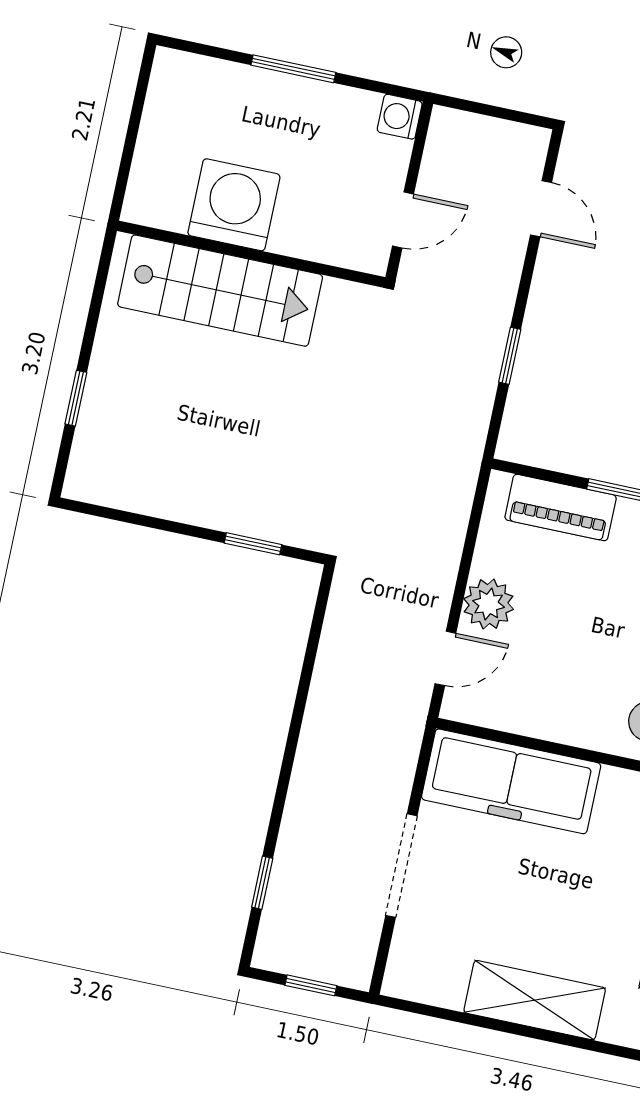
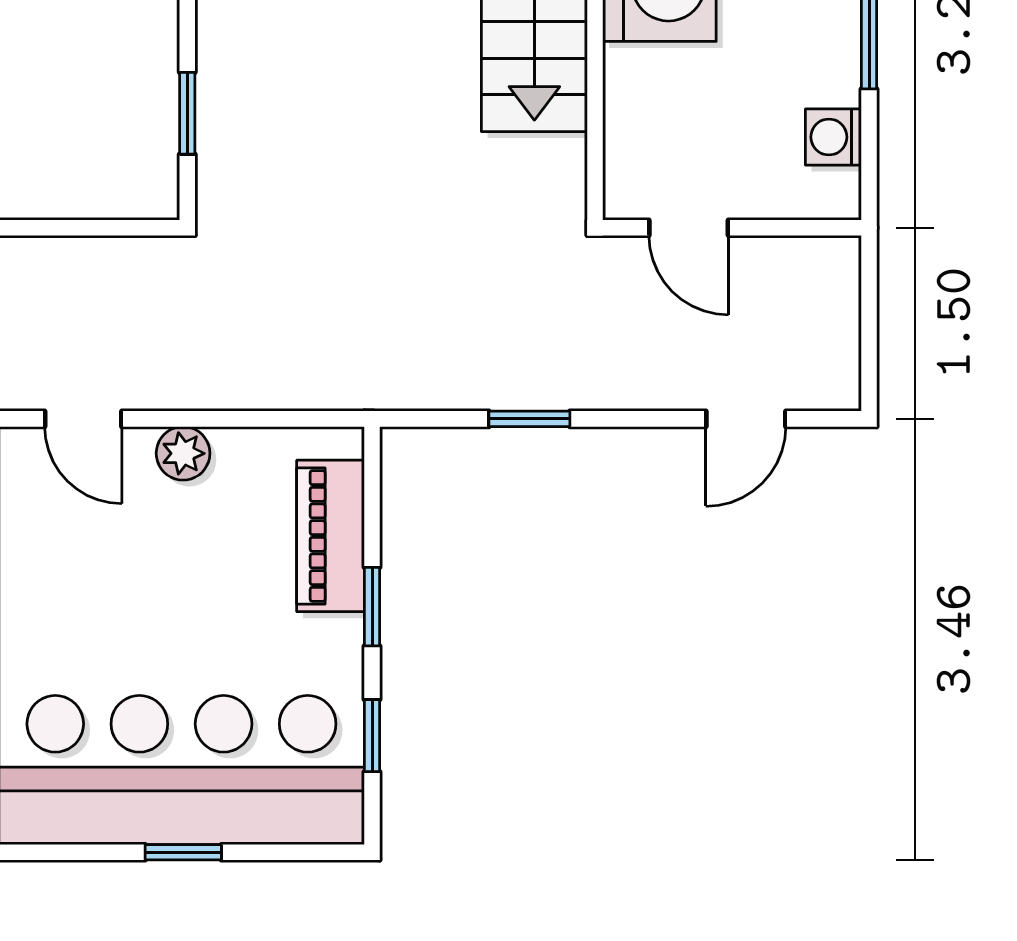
washing machine: (400, 117) -> (833, 137), moved, turned -90
plant: (489, 604) -> (183, 453), width x0.73, depth x0.73

